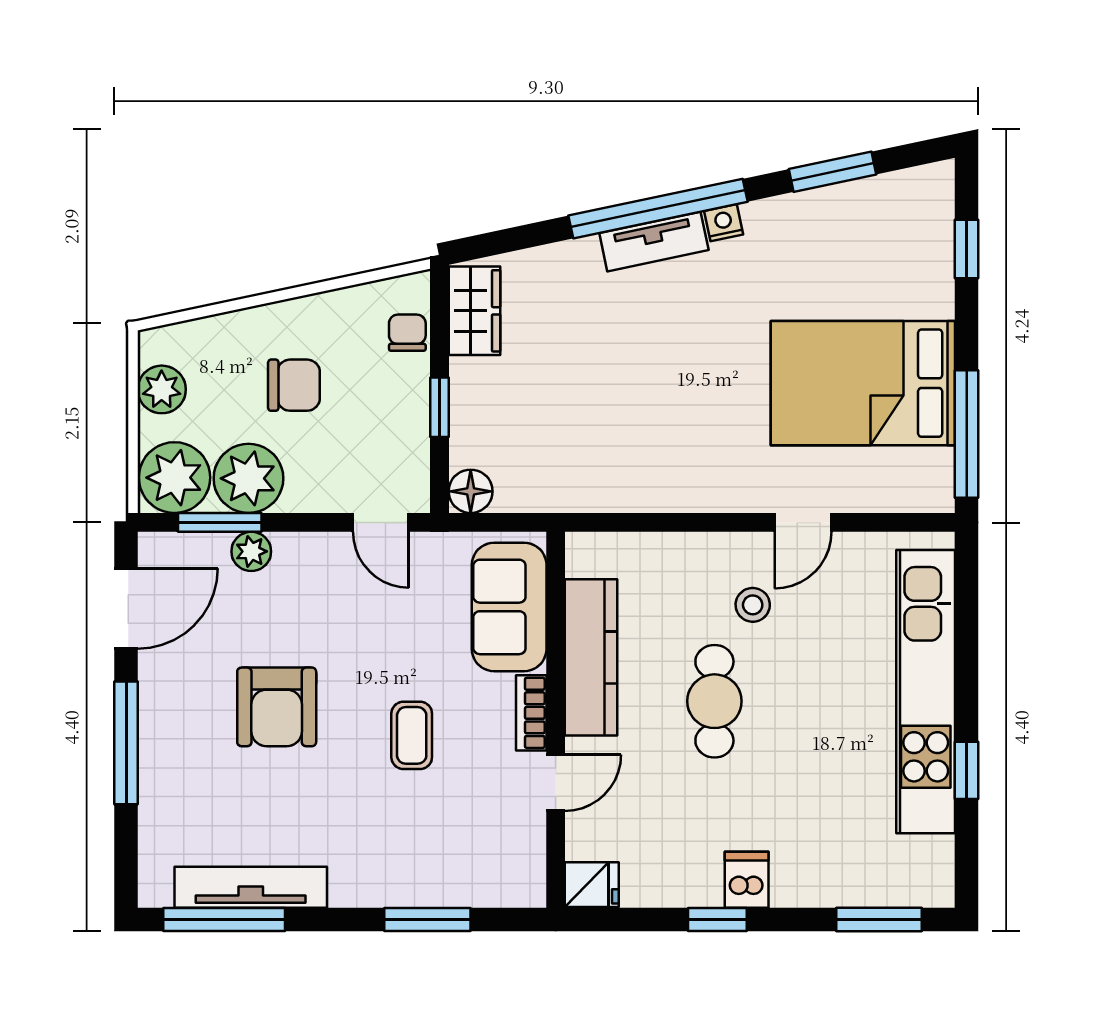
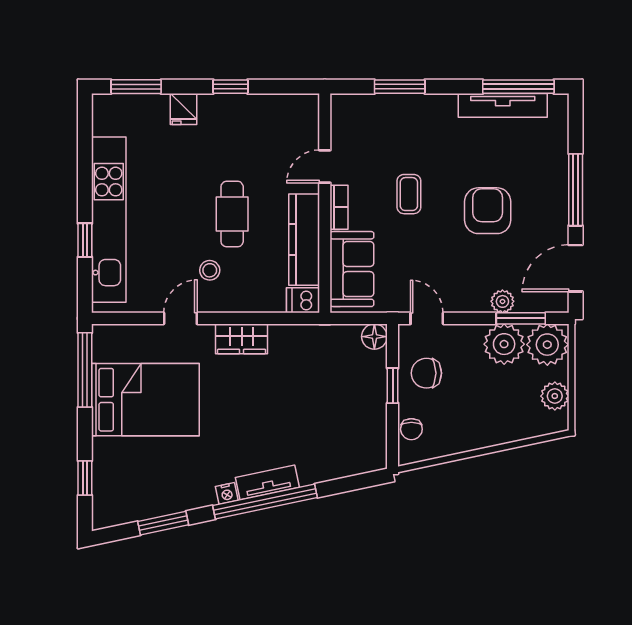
wardrobe: (475, 311) -> (242, 339), moved, turned -90
chair: (294, 385) -> (426, 373), moved
window: (967, 770) -> (85, 240), moved
dishwasher: (747, 880) -> (303, 300), moved, turned 90
fridge: (592, 885) -> (184, 109), moved, turned -90

